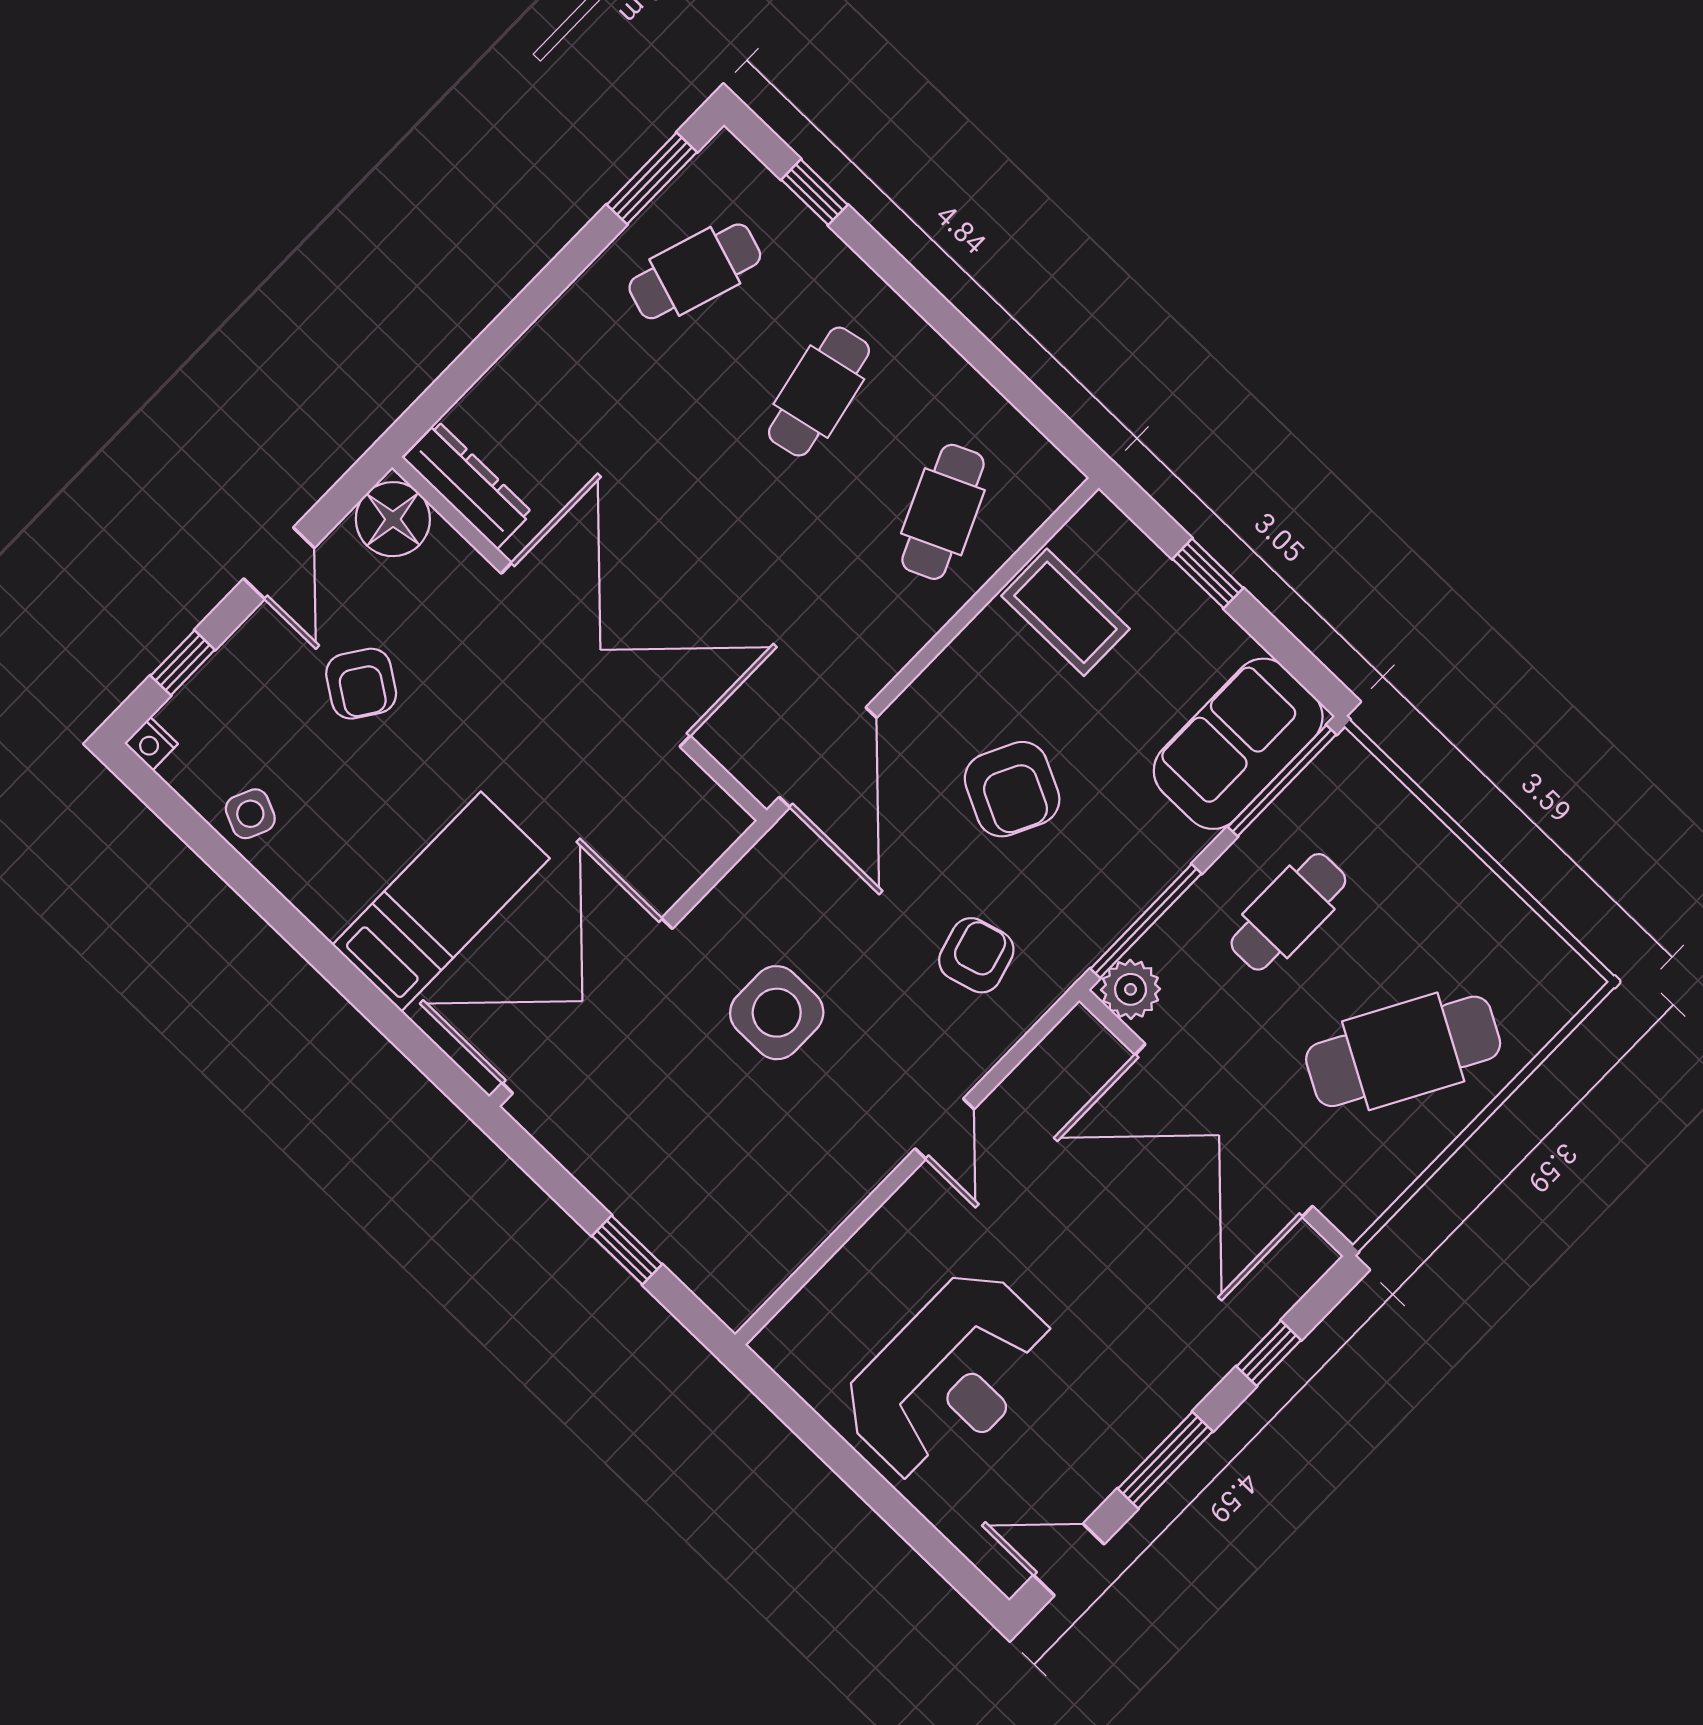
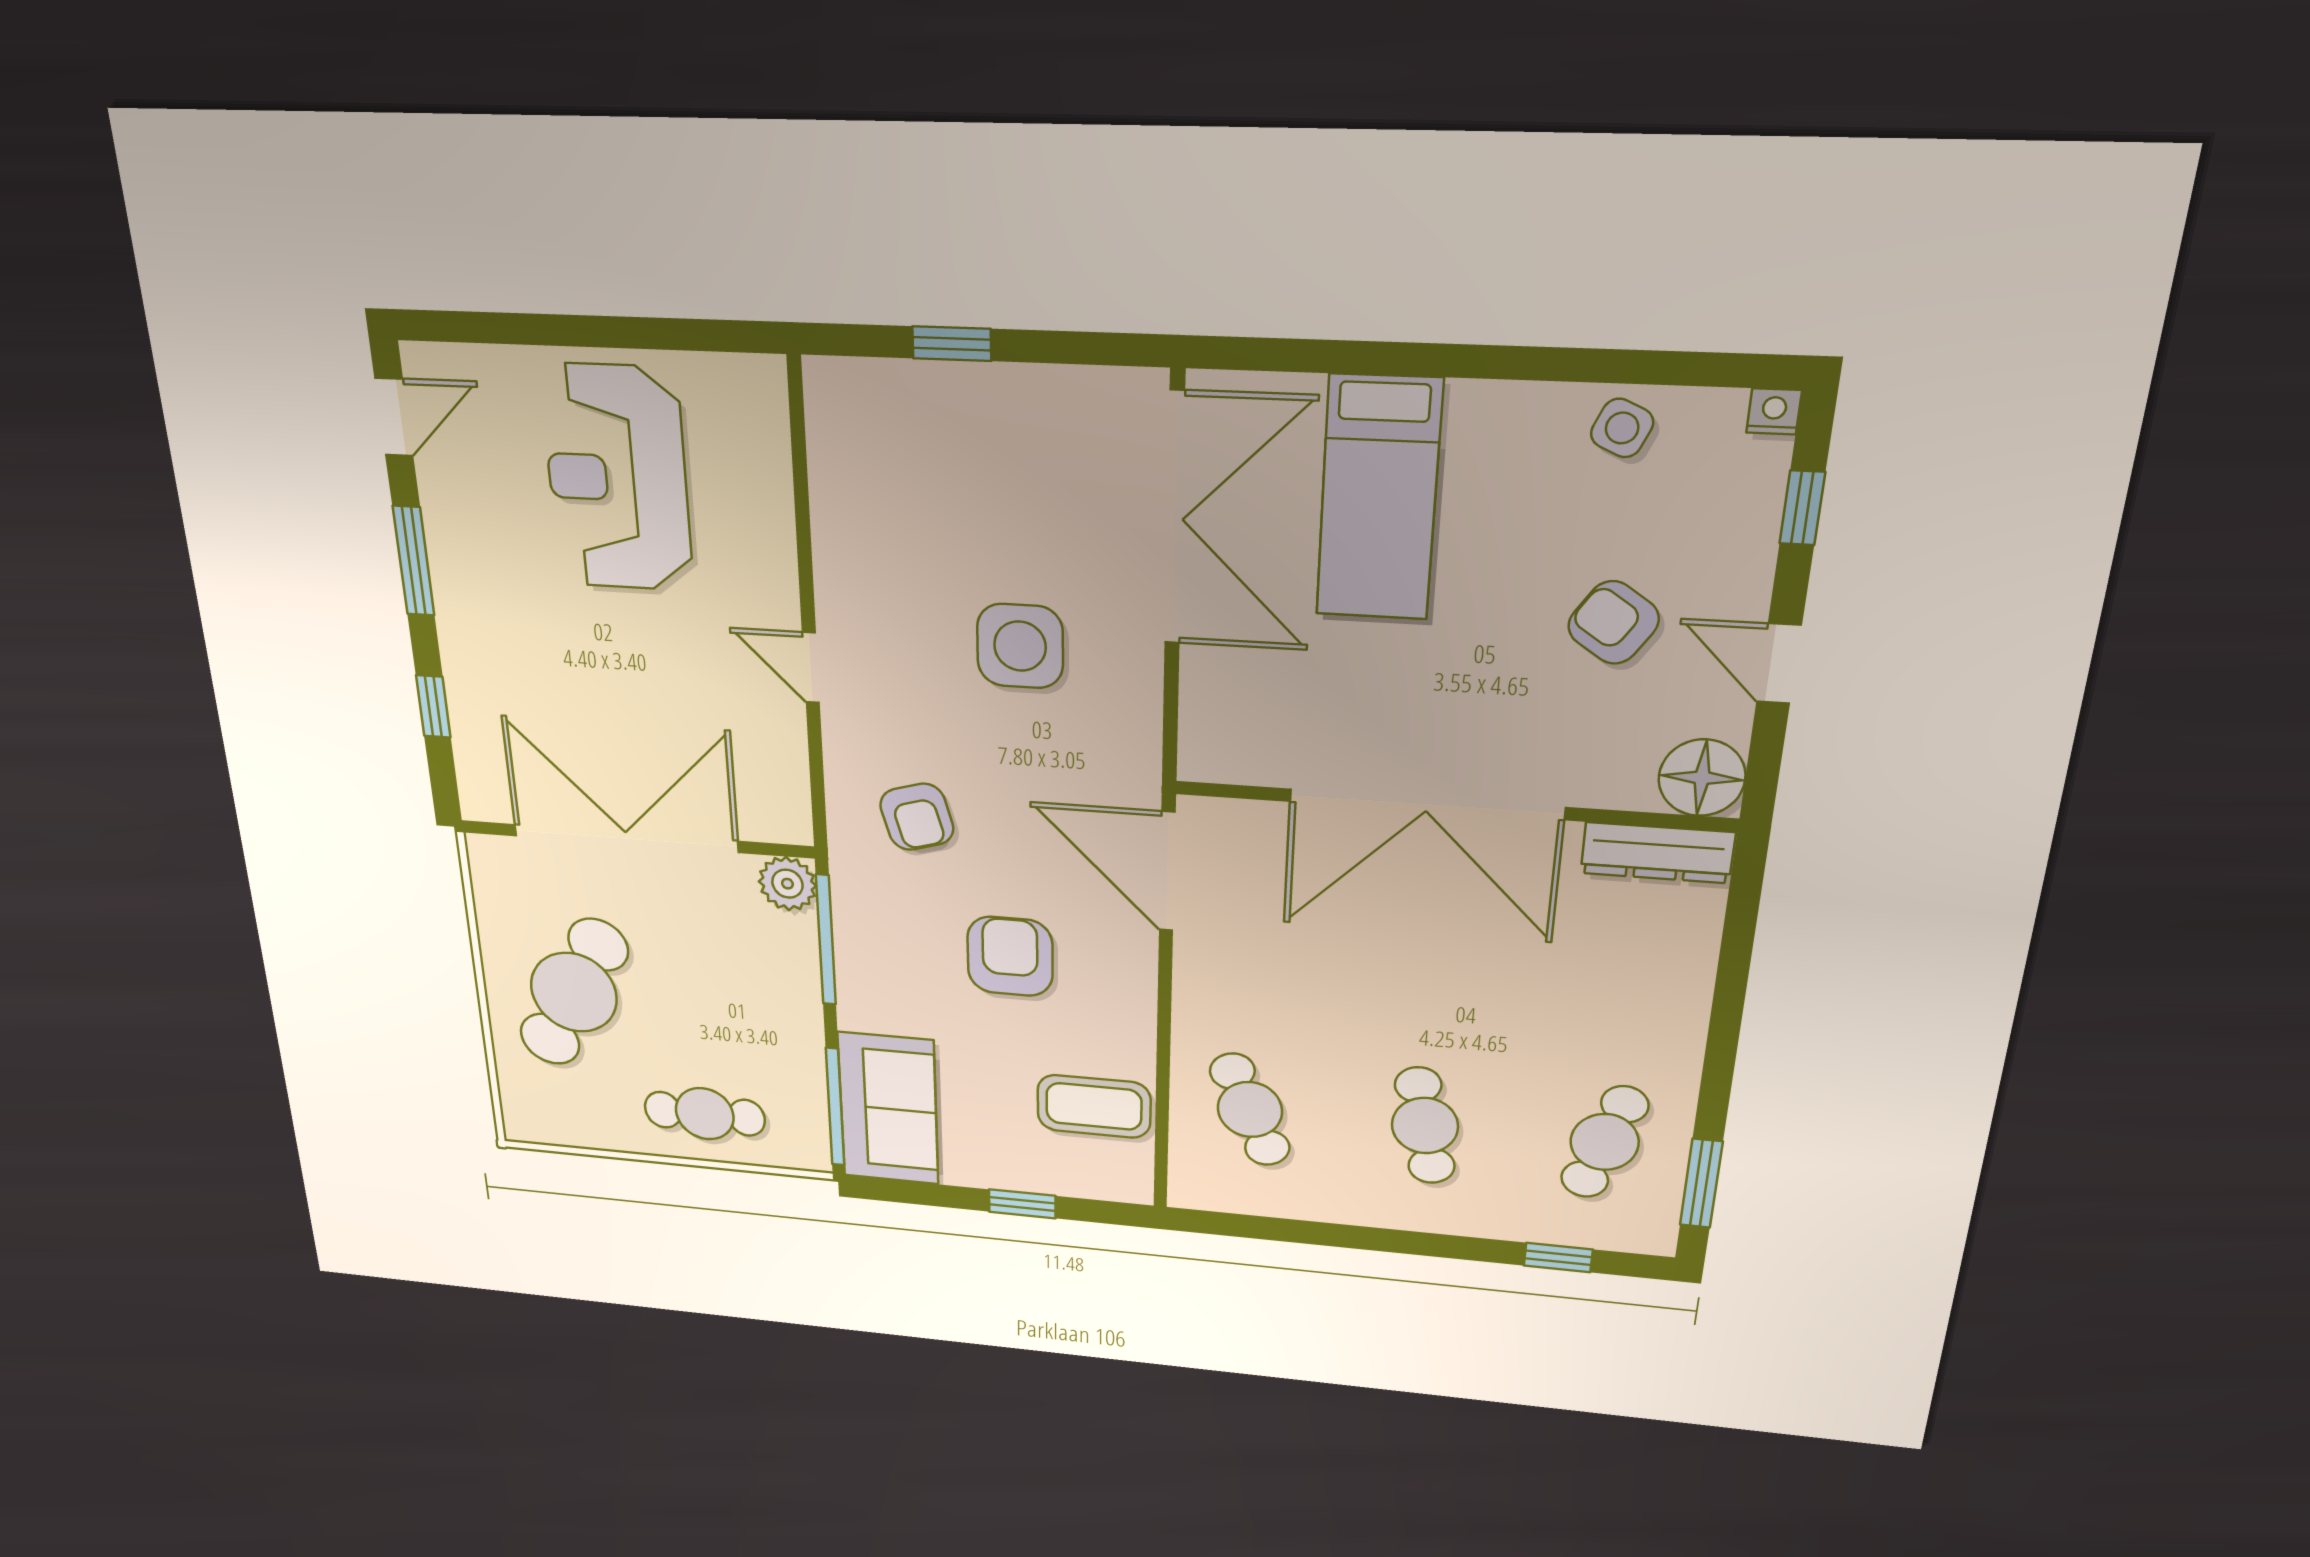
armchair: (1012, 789) -> (1010, 956), turned 64
cafe table: (1288, 912) -> (705, 1114), moved, turned 90

